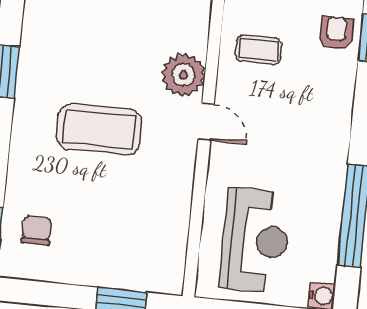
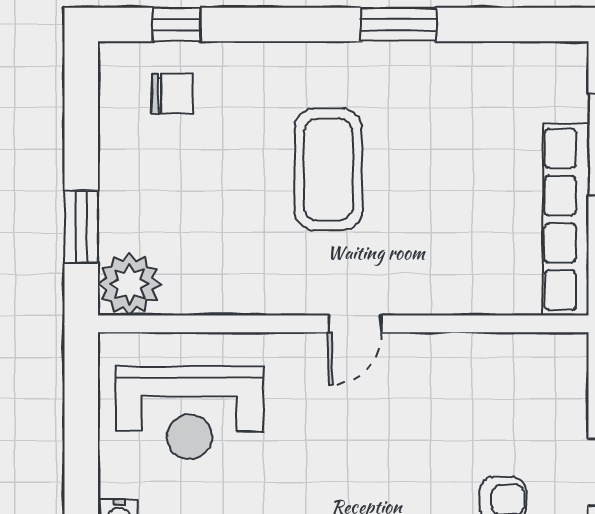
coffee table: (259, 50) -> (467, 389), removed
plant: (184, 75) -> (129, 284), moved

